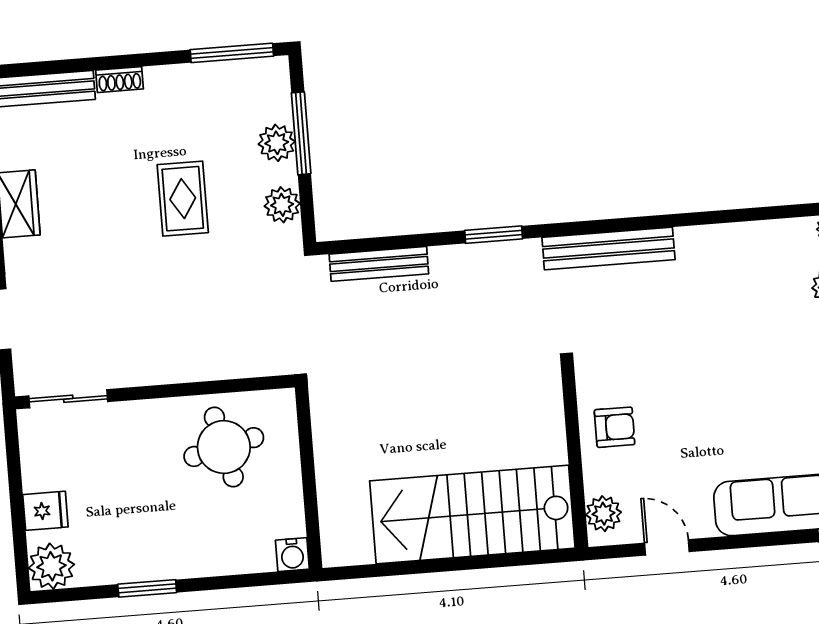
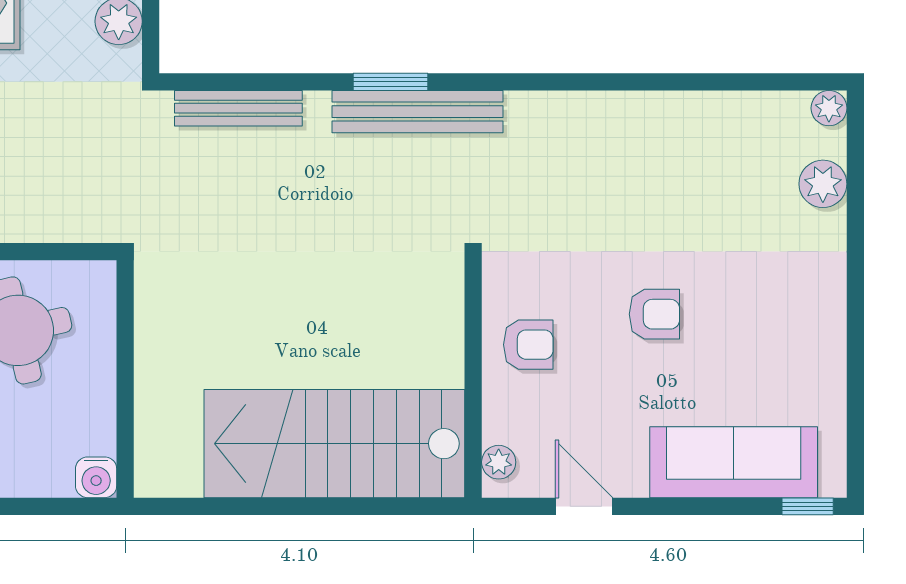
bench: (608, 249) -> (418, 112), moved
armchair: (709, 396) -> (654, 314), added
plant: (604, 514) -> (499, 462), width x0.73, depth x0.73

